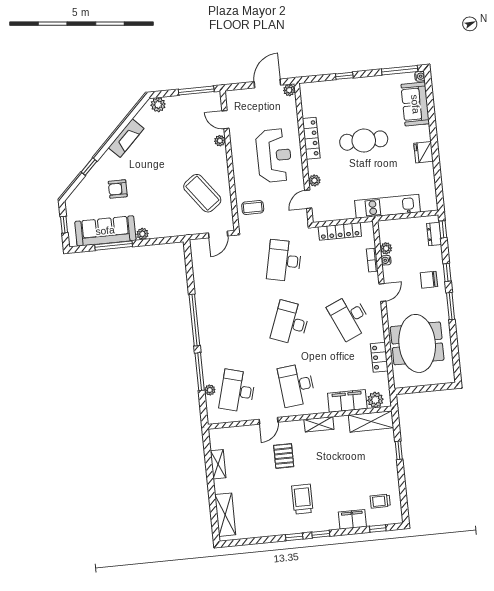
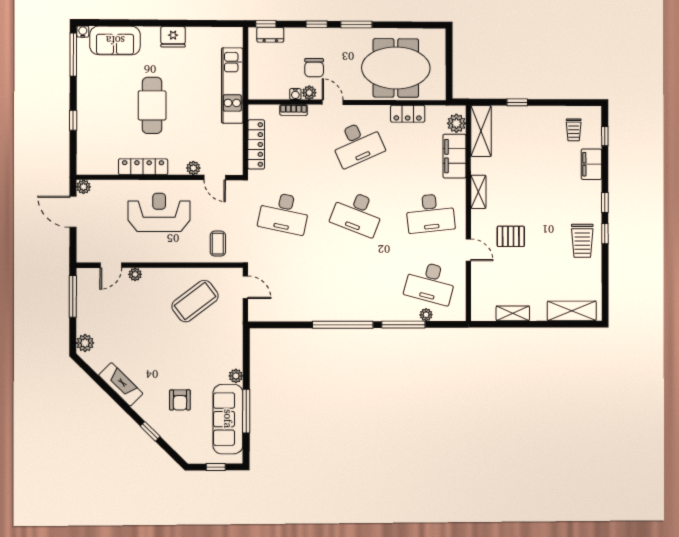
plant: (386, 248) -> (309, 93), moved
chair: (429, 280) -> (314, 68), moved
trolley: (302, 499) -> (582, 241), moved, turned -90

